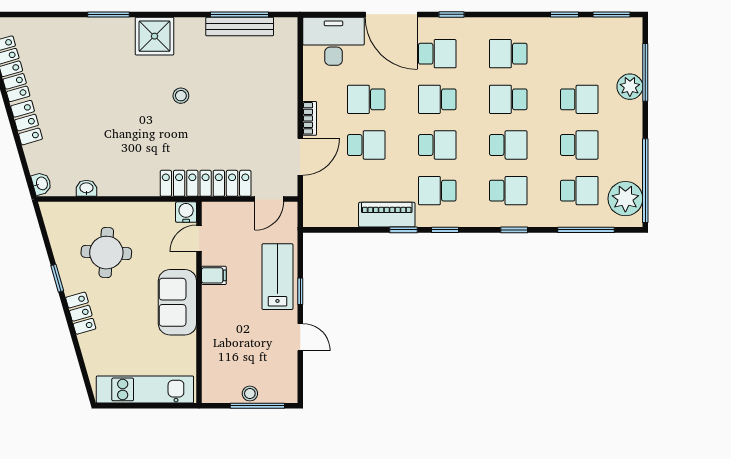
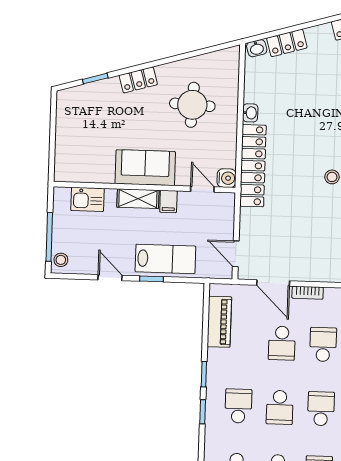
locker: (27, 123) -> (287, 43), moved
locker: (206, 183) -> (253, 166), moved
washbasin: (86, 188) -> (250, 113), moved
piano: (387, 215) -> (219, 322), moved
window: (57, 278) -> (95, 79), moved
shelving: (212, 309) -> (138, 199), added
door: (300, 337) -> (110, 278), swing flipped
kitchen sink: (215, 365) -> (87, 199), added
kitchen unit: (145, 389) -> (67, 136), removed
stool: (250, 394) -> (61, 260), moved

